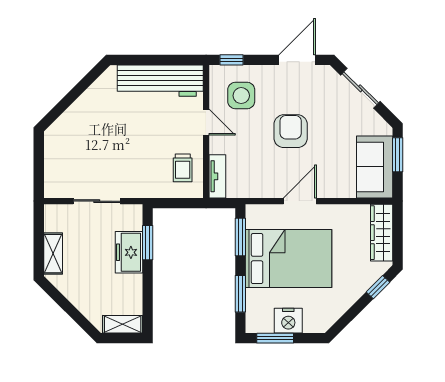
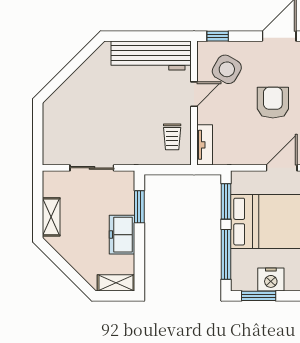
side table: (241, 96) -> (227, 69), turned 30
door: (206, 122) -> (194, 94), hinge flipped
freezer: (129, 252) -> (122, 235), moved
window: (240, 294) -> (226, 254), width x1.44

